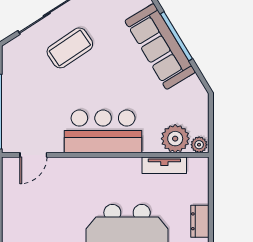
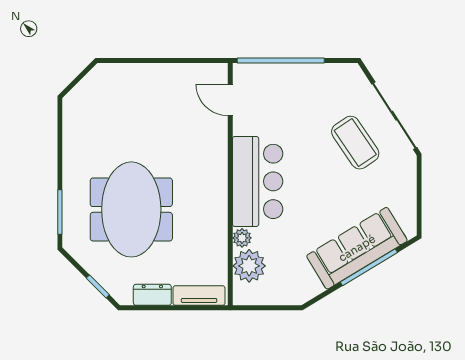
plant: (199, 145) -> (242, 238), moved
tv unit: (164, 165) -> (199, 295), moved, turned 90

